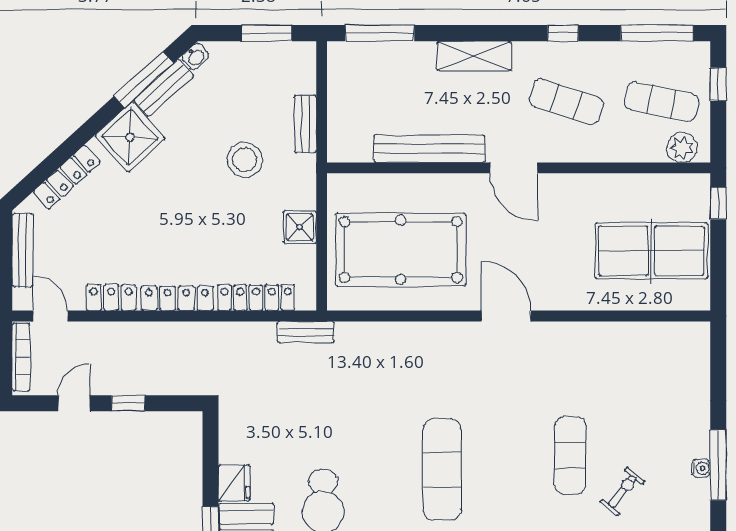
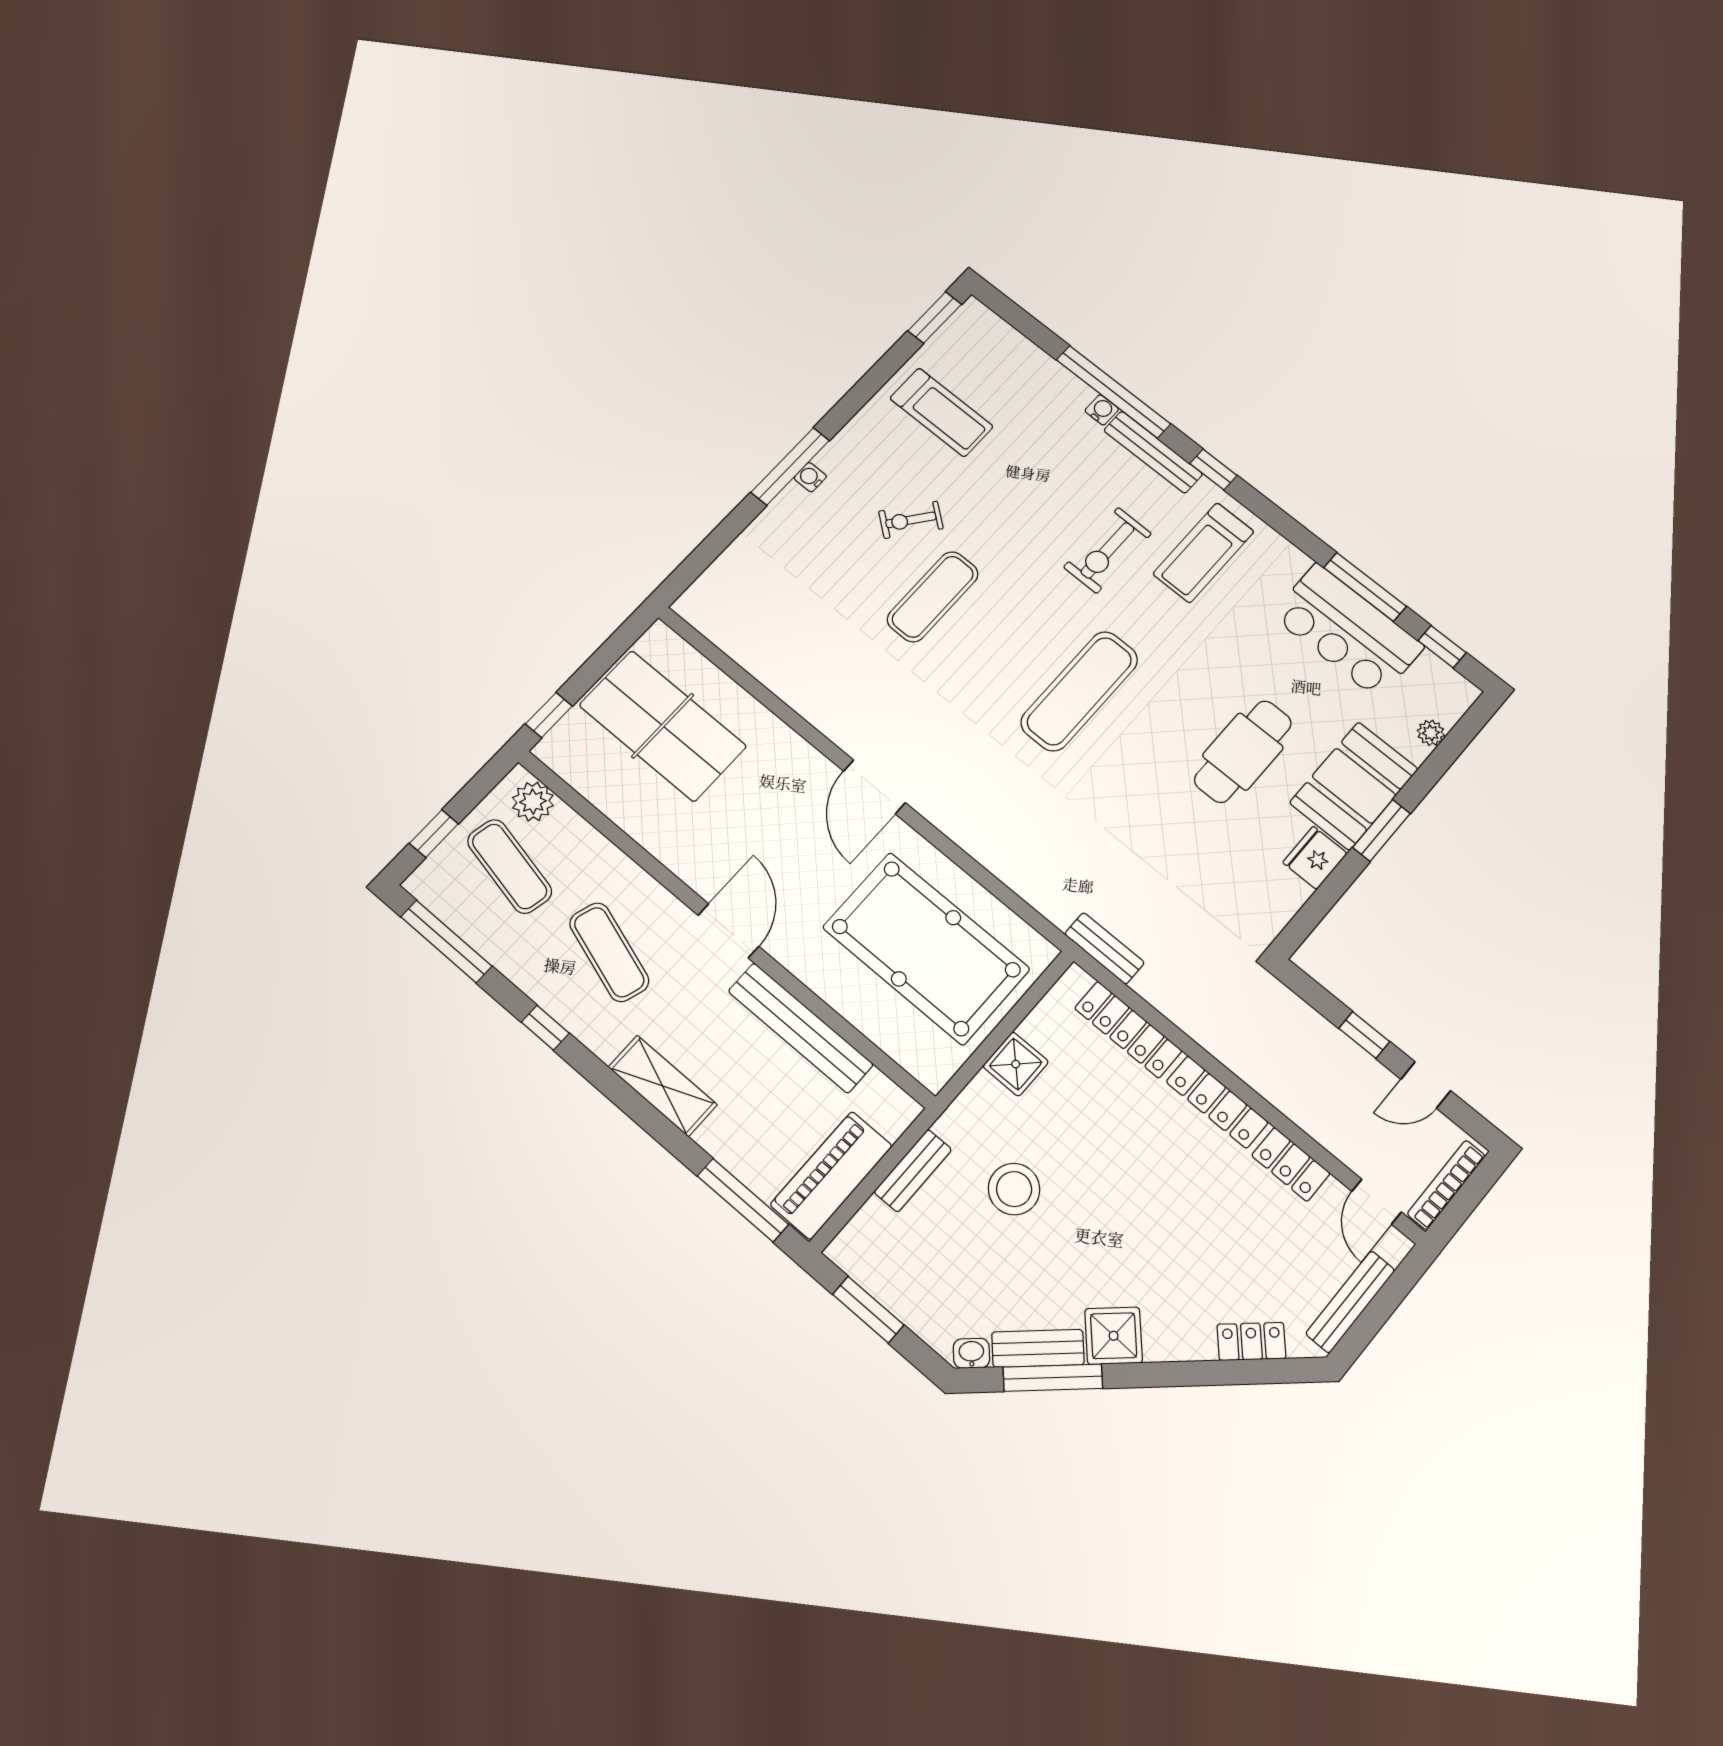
piano: (346, 85) -> (831, 1175), added
shower: (130, 137) -> (1114, 1336), width x0.73, depth x0.73
locker: (67, 177) -> (1251, 1341), width x0.66

